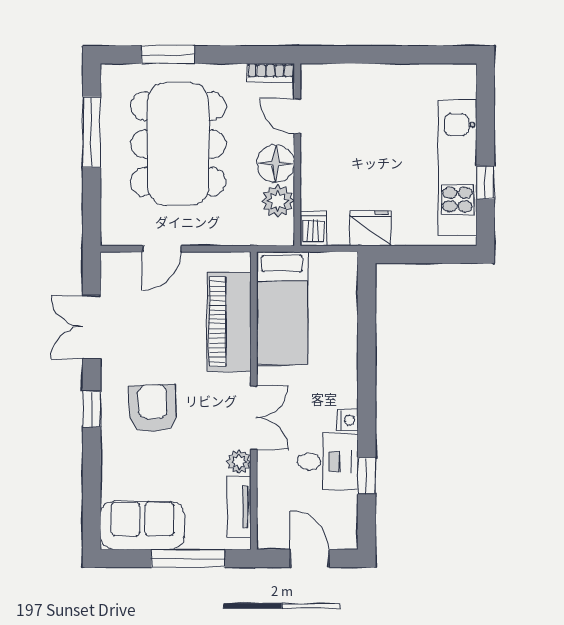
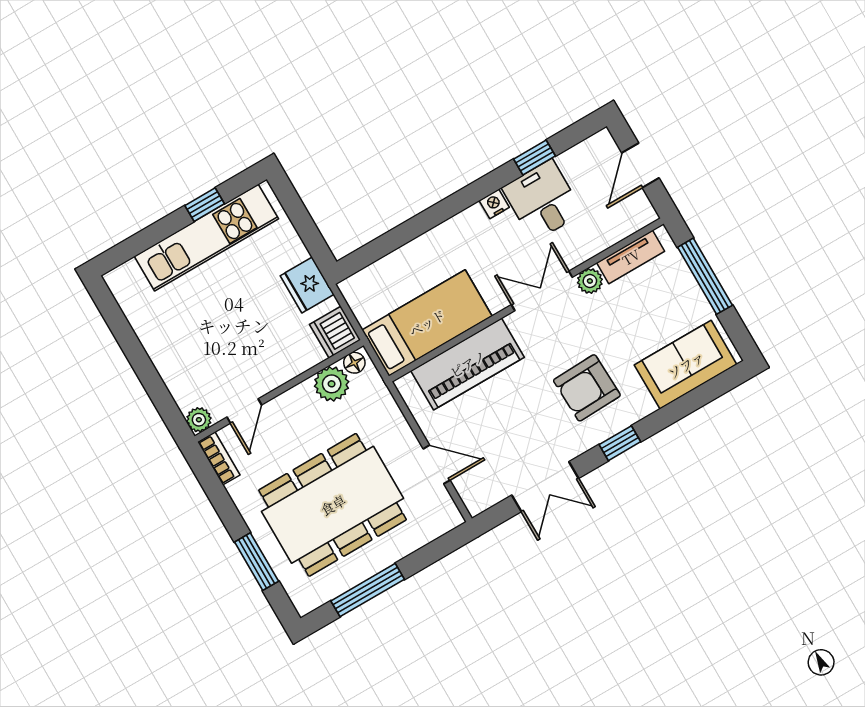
plant: (312, 75) -> (199, 420), added
floor lamp: (275, 163) -> (354, 363), moved, width x0.53, depth x0.53
dishwasher: (313, 228) -> (335, 332), width x1.38
sofa: (142, 525) -> (686, 365), moved, turned 90

